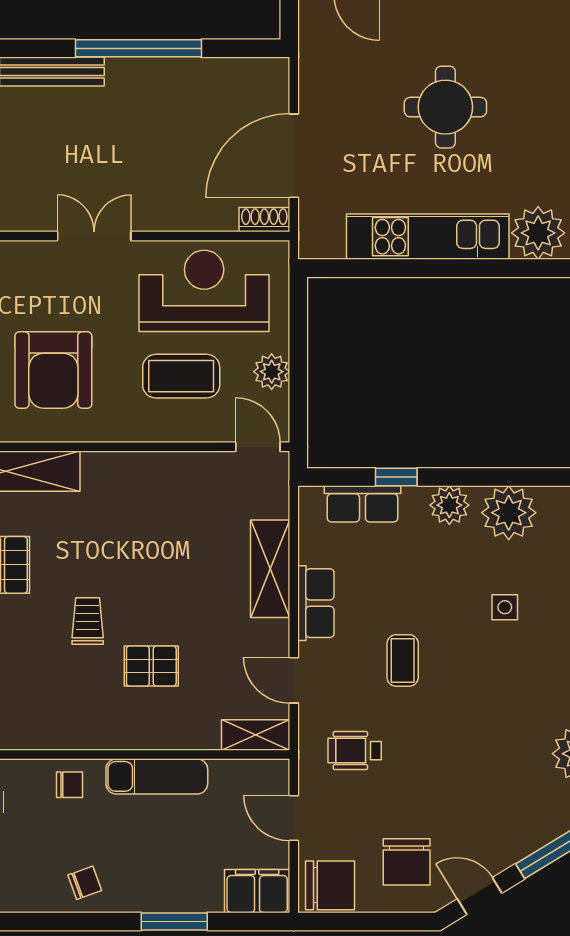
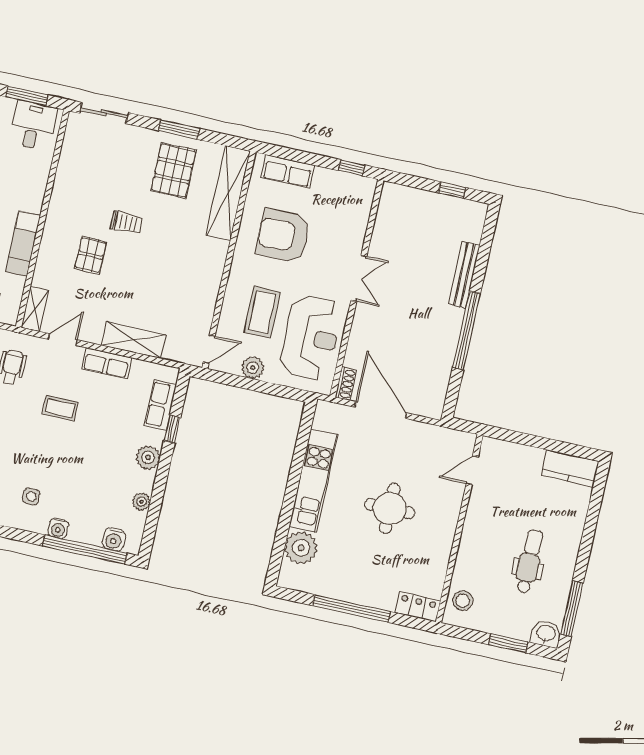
plant: (509, 513) -> (141, 502), width x0.53, depth x0.53
side table: (505, 607) -> (31, 496), moved
chair: (70, 785) -> (30, 190), removed

